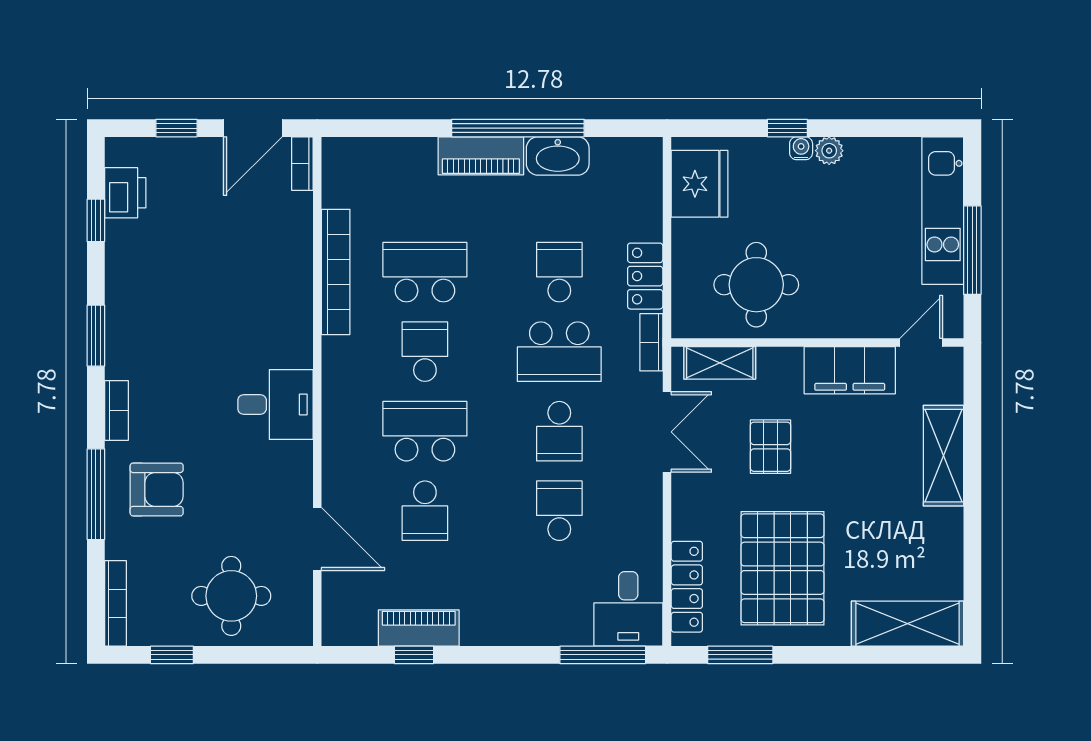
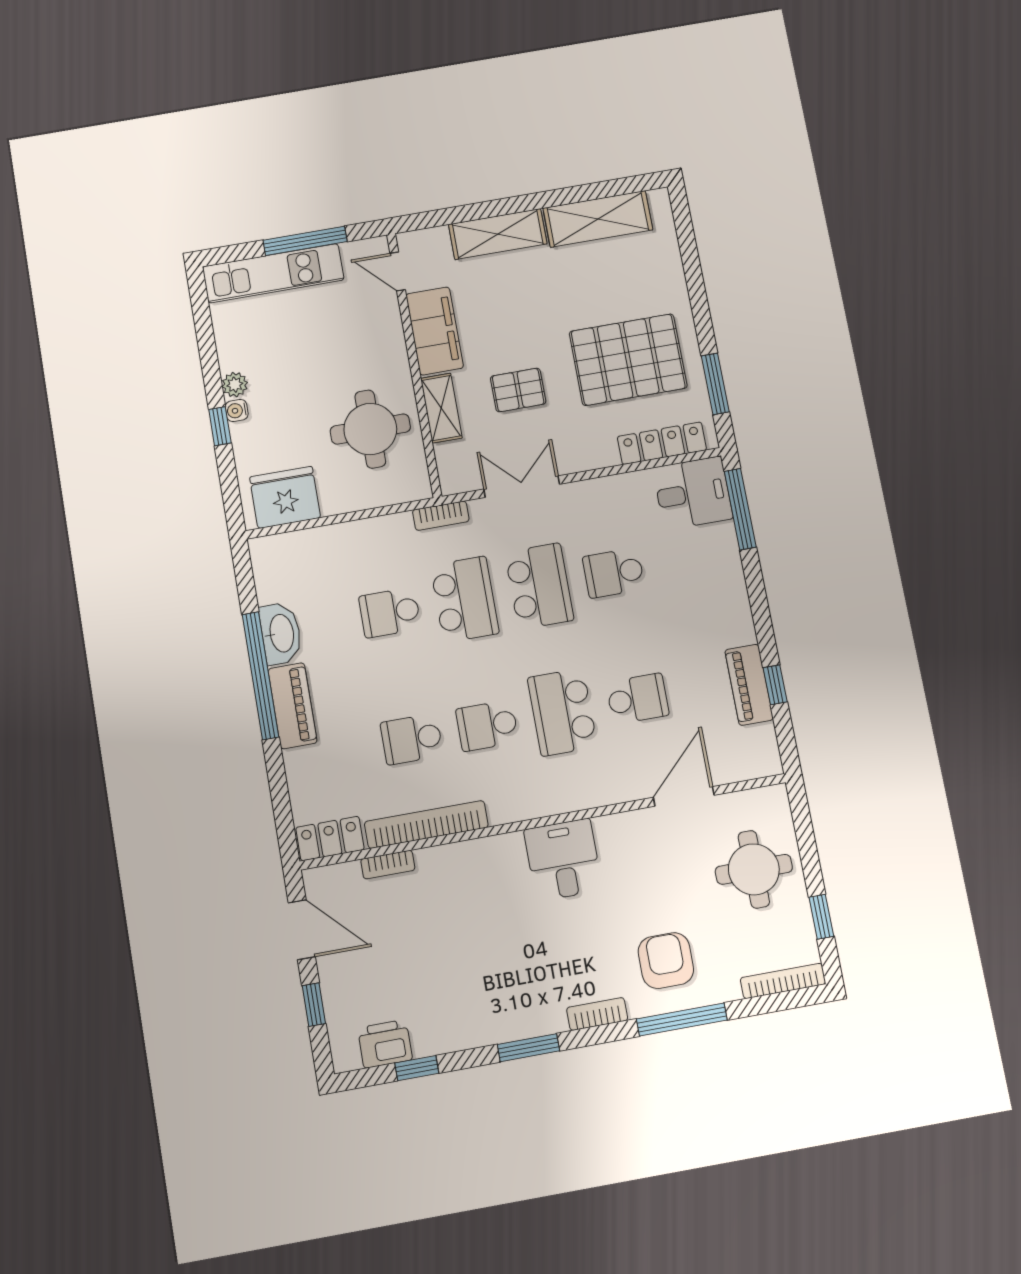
bookcase: (302, 164) -> (388, 865), moved
school desk: (425, 272) -> (412, 739), width x0.54
locker: (645, 276) -> (330, 839), moved, turned 180
shelving: (720, 363) -> (441, 408), moved
school desk: (559, 431) -> (539, 586), width x1.85
shelving: (907, 624) -> (598, 219), moved, turned 90

